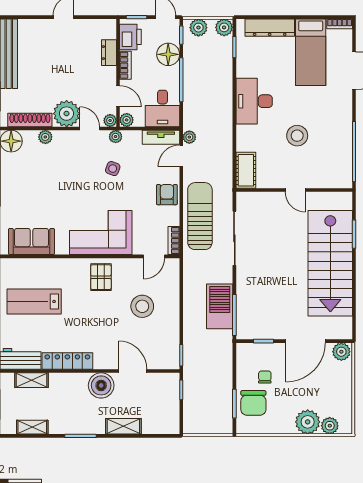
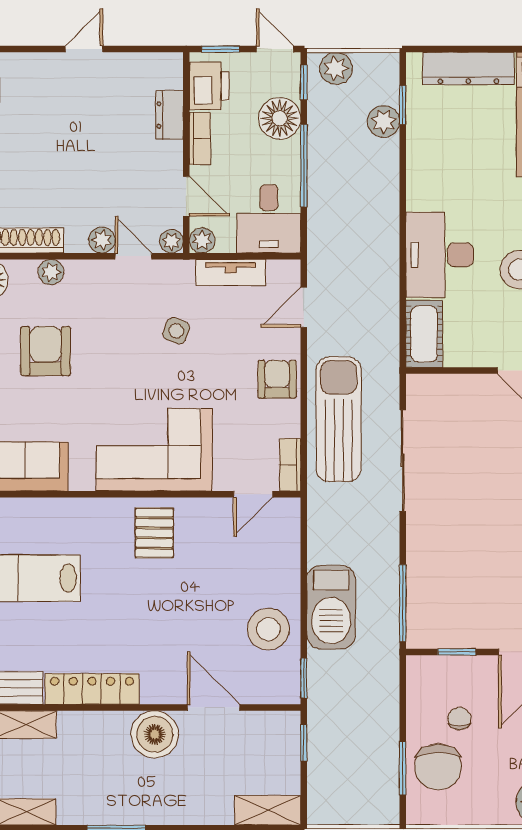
plant: (224, 27) -> (384, 121), moved
desk: (254, 101) -> (439, 255), moved
plant: (67, 114) -> (102, 240), width x0.53, depth x0.53
plant: (116, 137) -> (182, 271), removed
tv unit: (161, 137) -> (231, 273), moved
plant: (189, 137) -> (319, 272), removed
armchair: (42, 180) -> (46, 351), added
stool: (142, 306) -> (268, 629), moved
barbecue: (220, 306) -> (331, 607), moved, turned 180
shelving: (123, 426) -> (268, 810), moved

